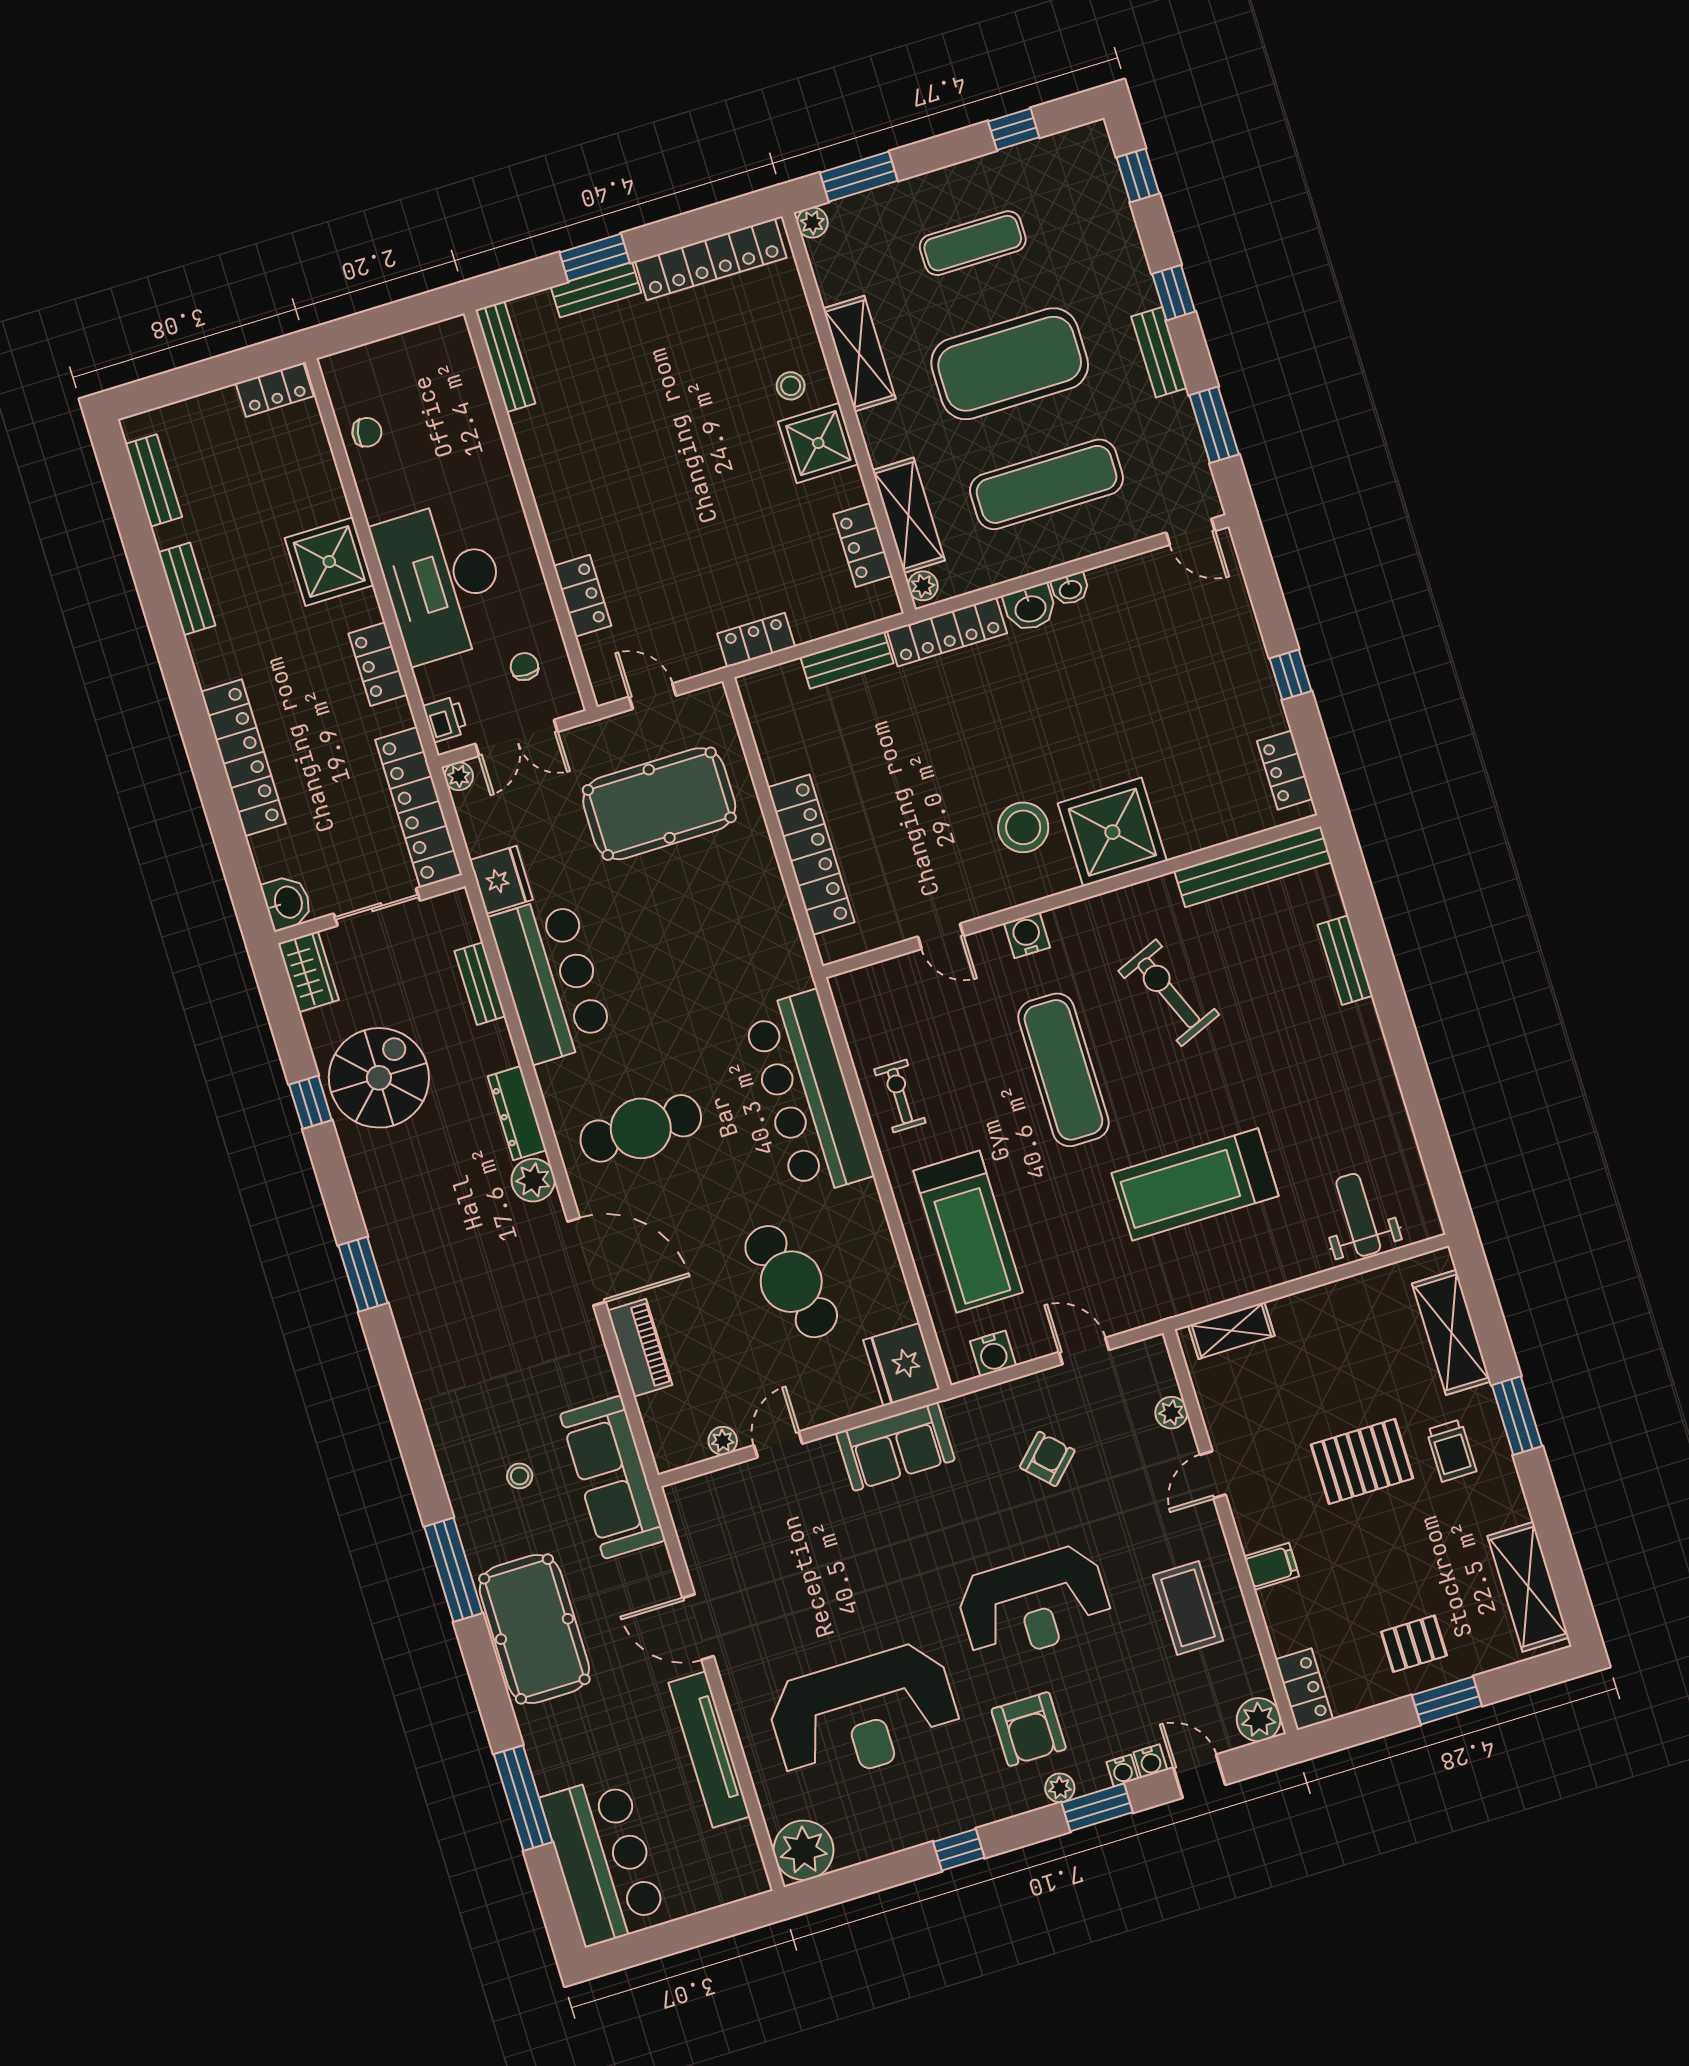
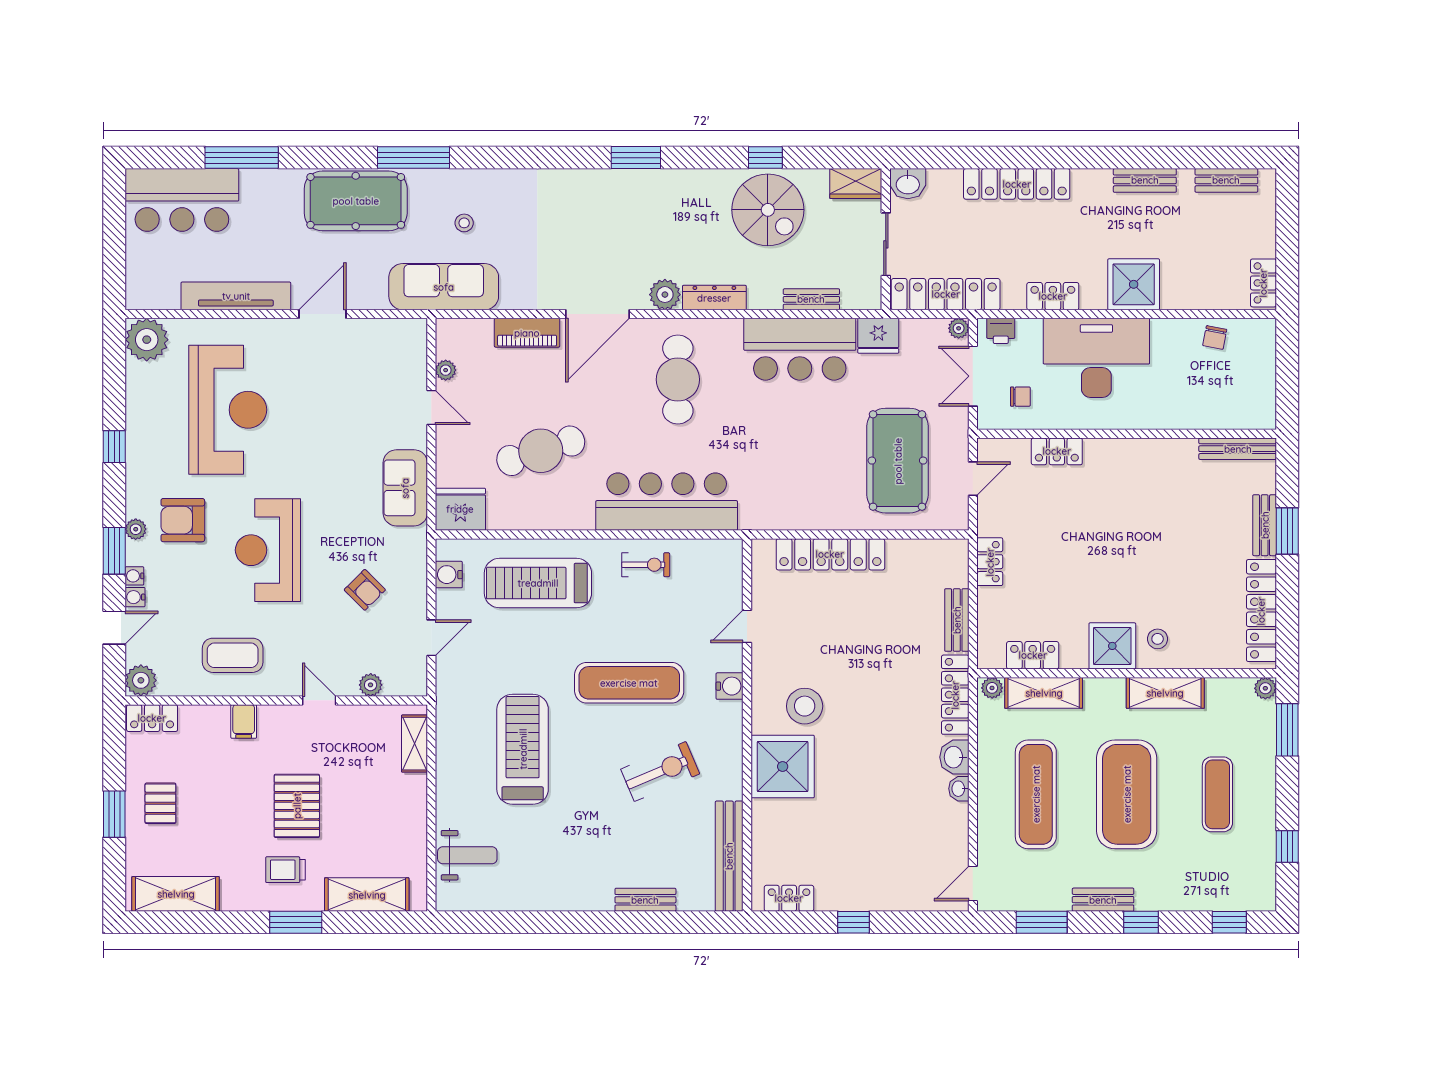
reception desk: (864, 1714) -> (228, 410), turned 180

